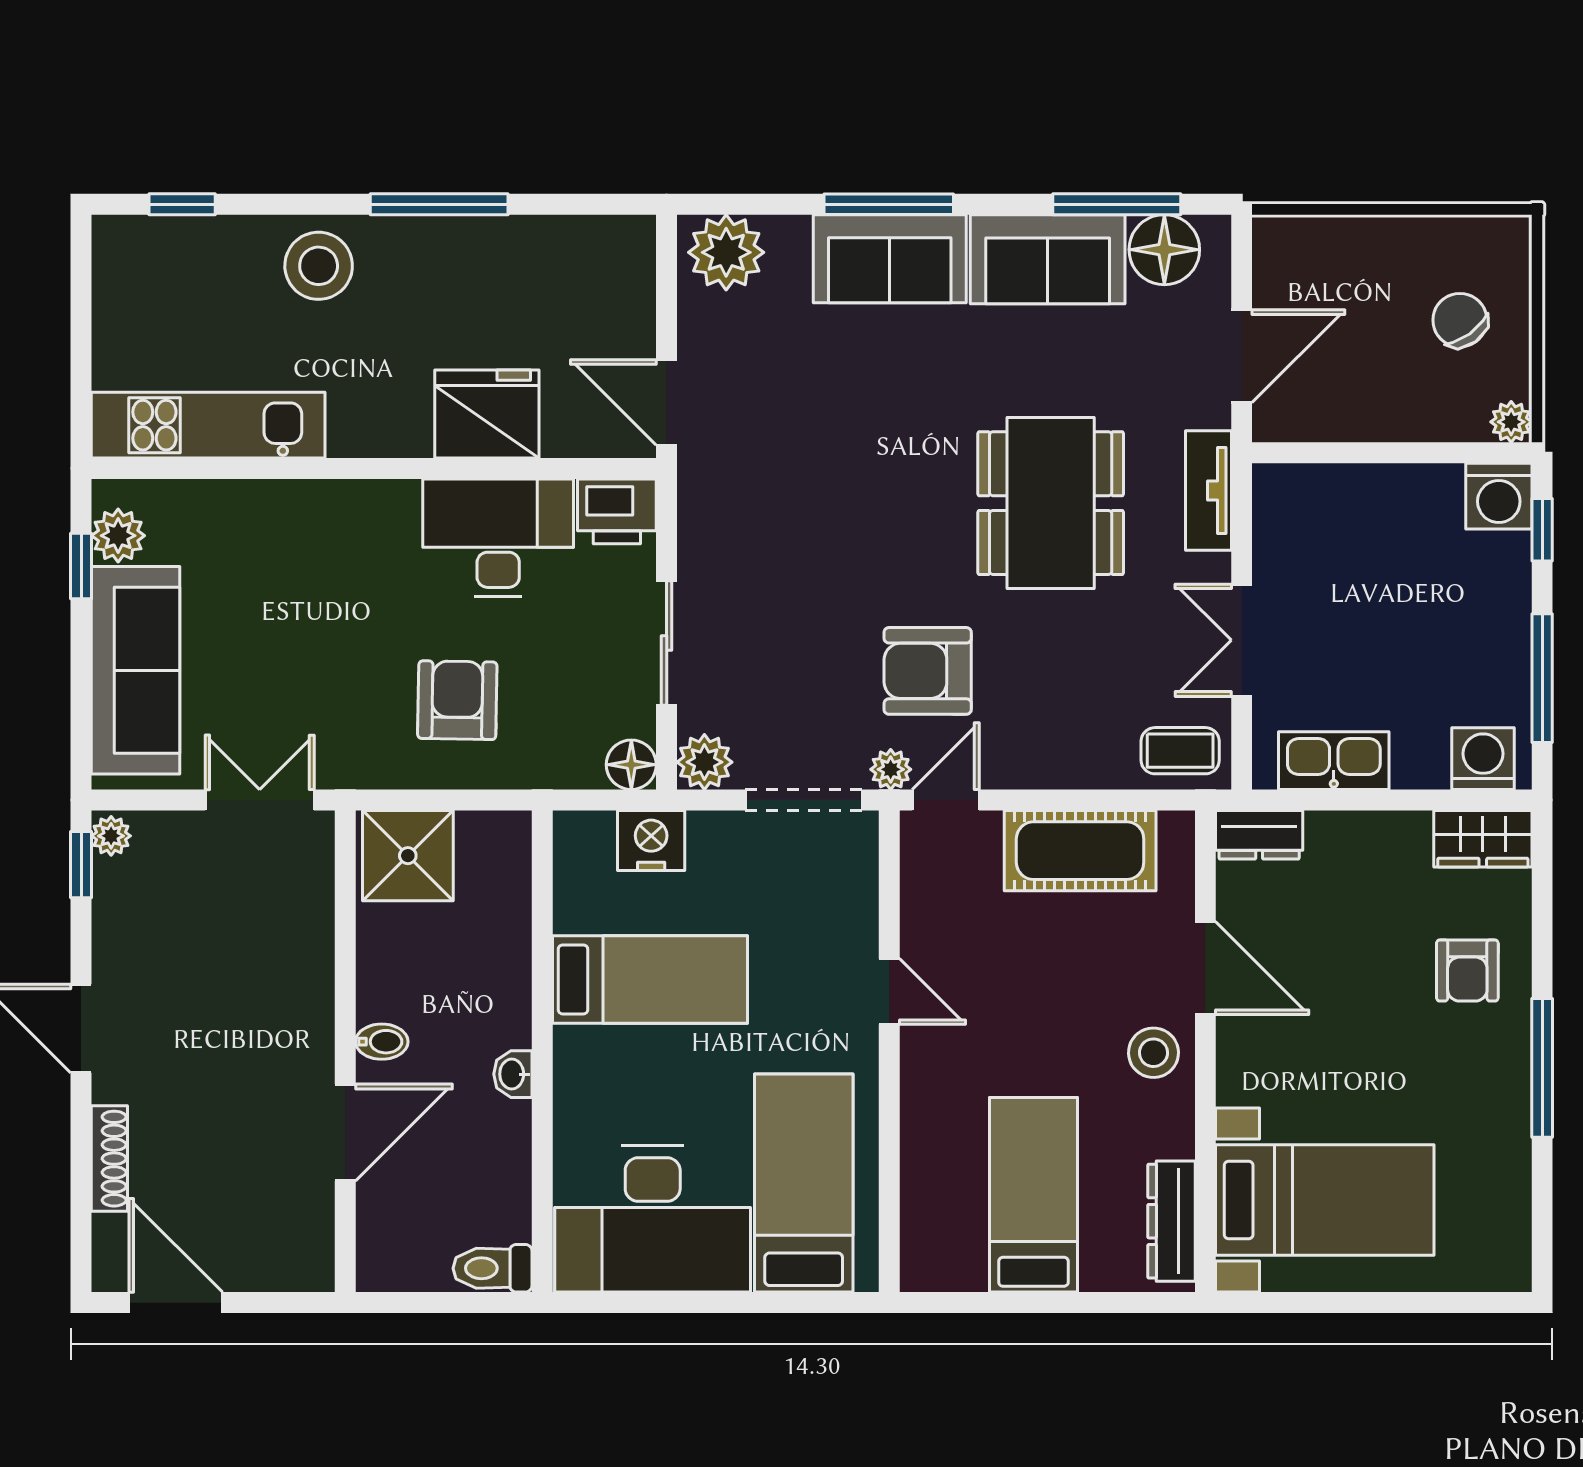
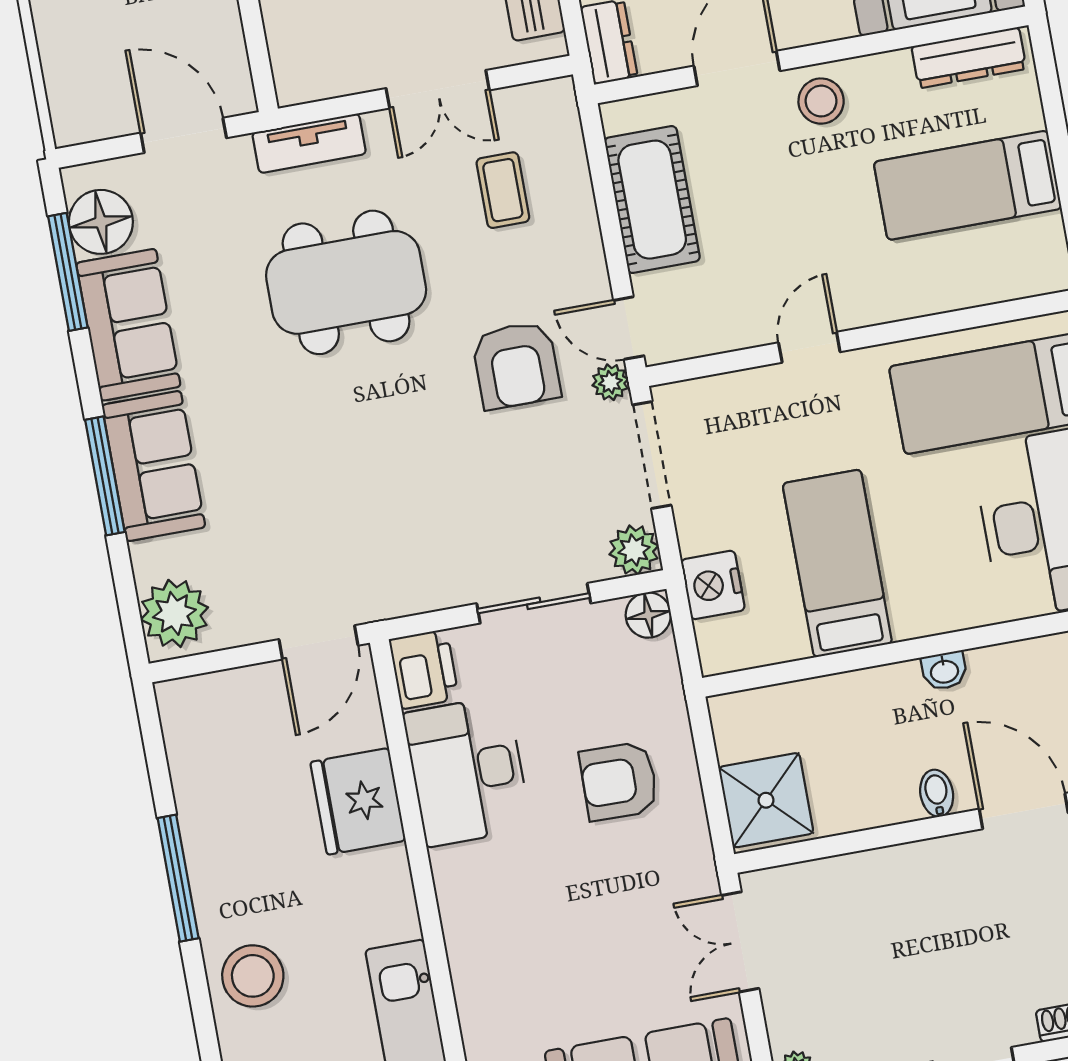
coffee table: (1180, 751) -> (503, 190), moved

